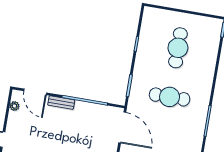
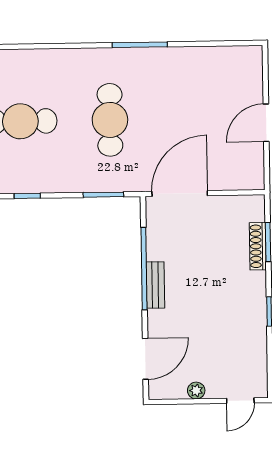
bench: (61, 103) -> (155, 285), moved
plant: (14, 106) -> (196, 391), moved

